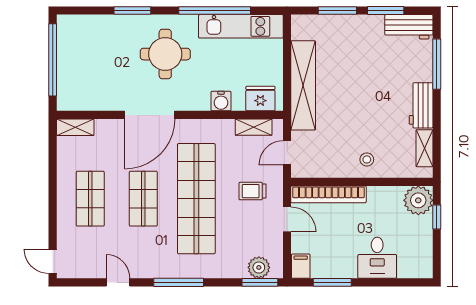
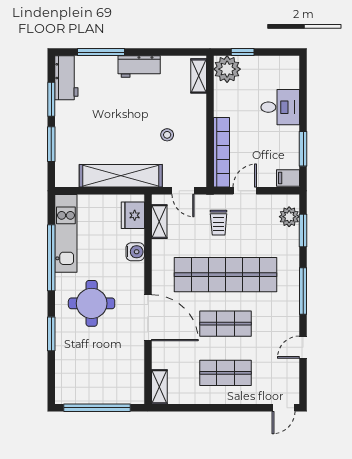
shelving: (424, 148) -> (199, 76), moved, turned 90
stool: (367, 159) -> (167, 135), moved
window: (260, 282) -> (303, 230), moved

